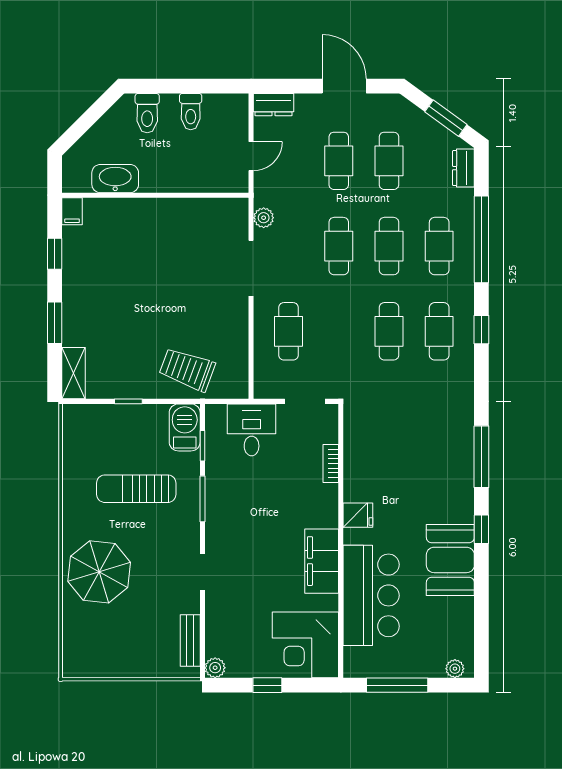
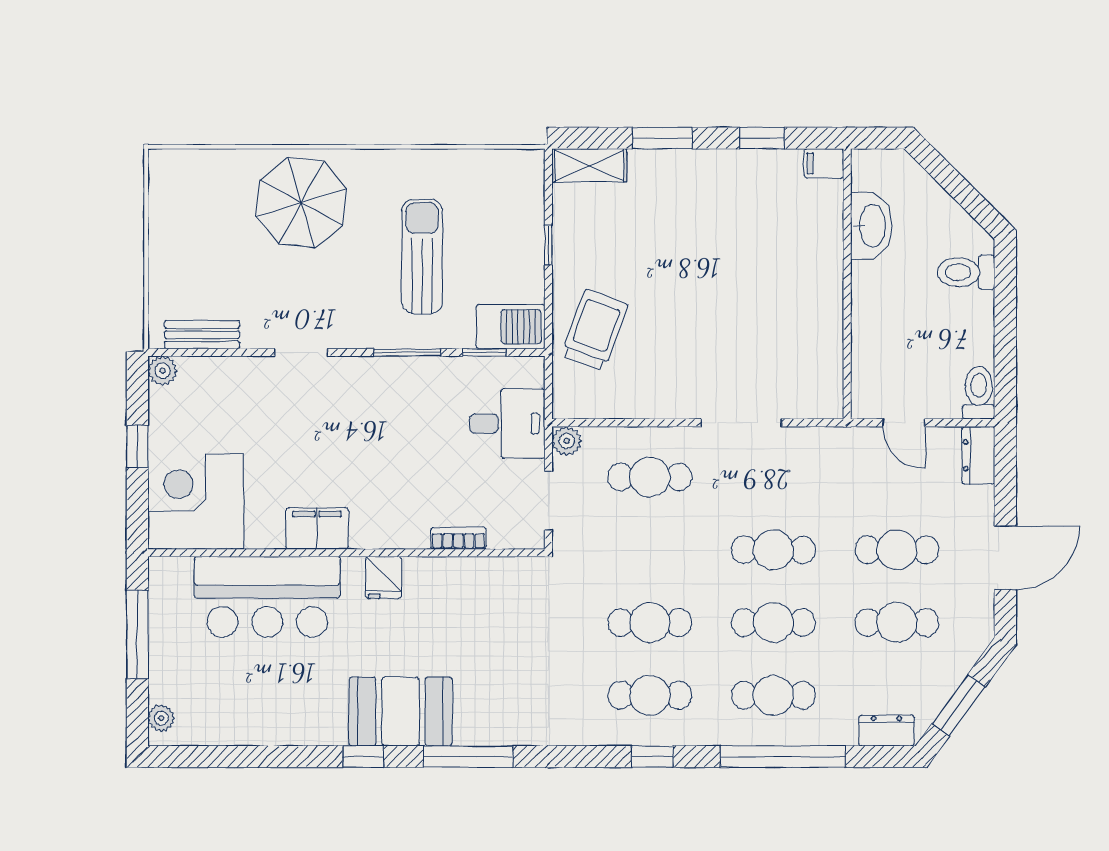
toilet: (191, 112) -> (979, 393), moved, turned 90
plant: (264, 218) -> (567, 441), moved
booth: (450, 560) -> (400, 711), moved
filing cabinet: (322, 561) -> (317, 528), width x0.67, depth x0.86

